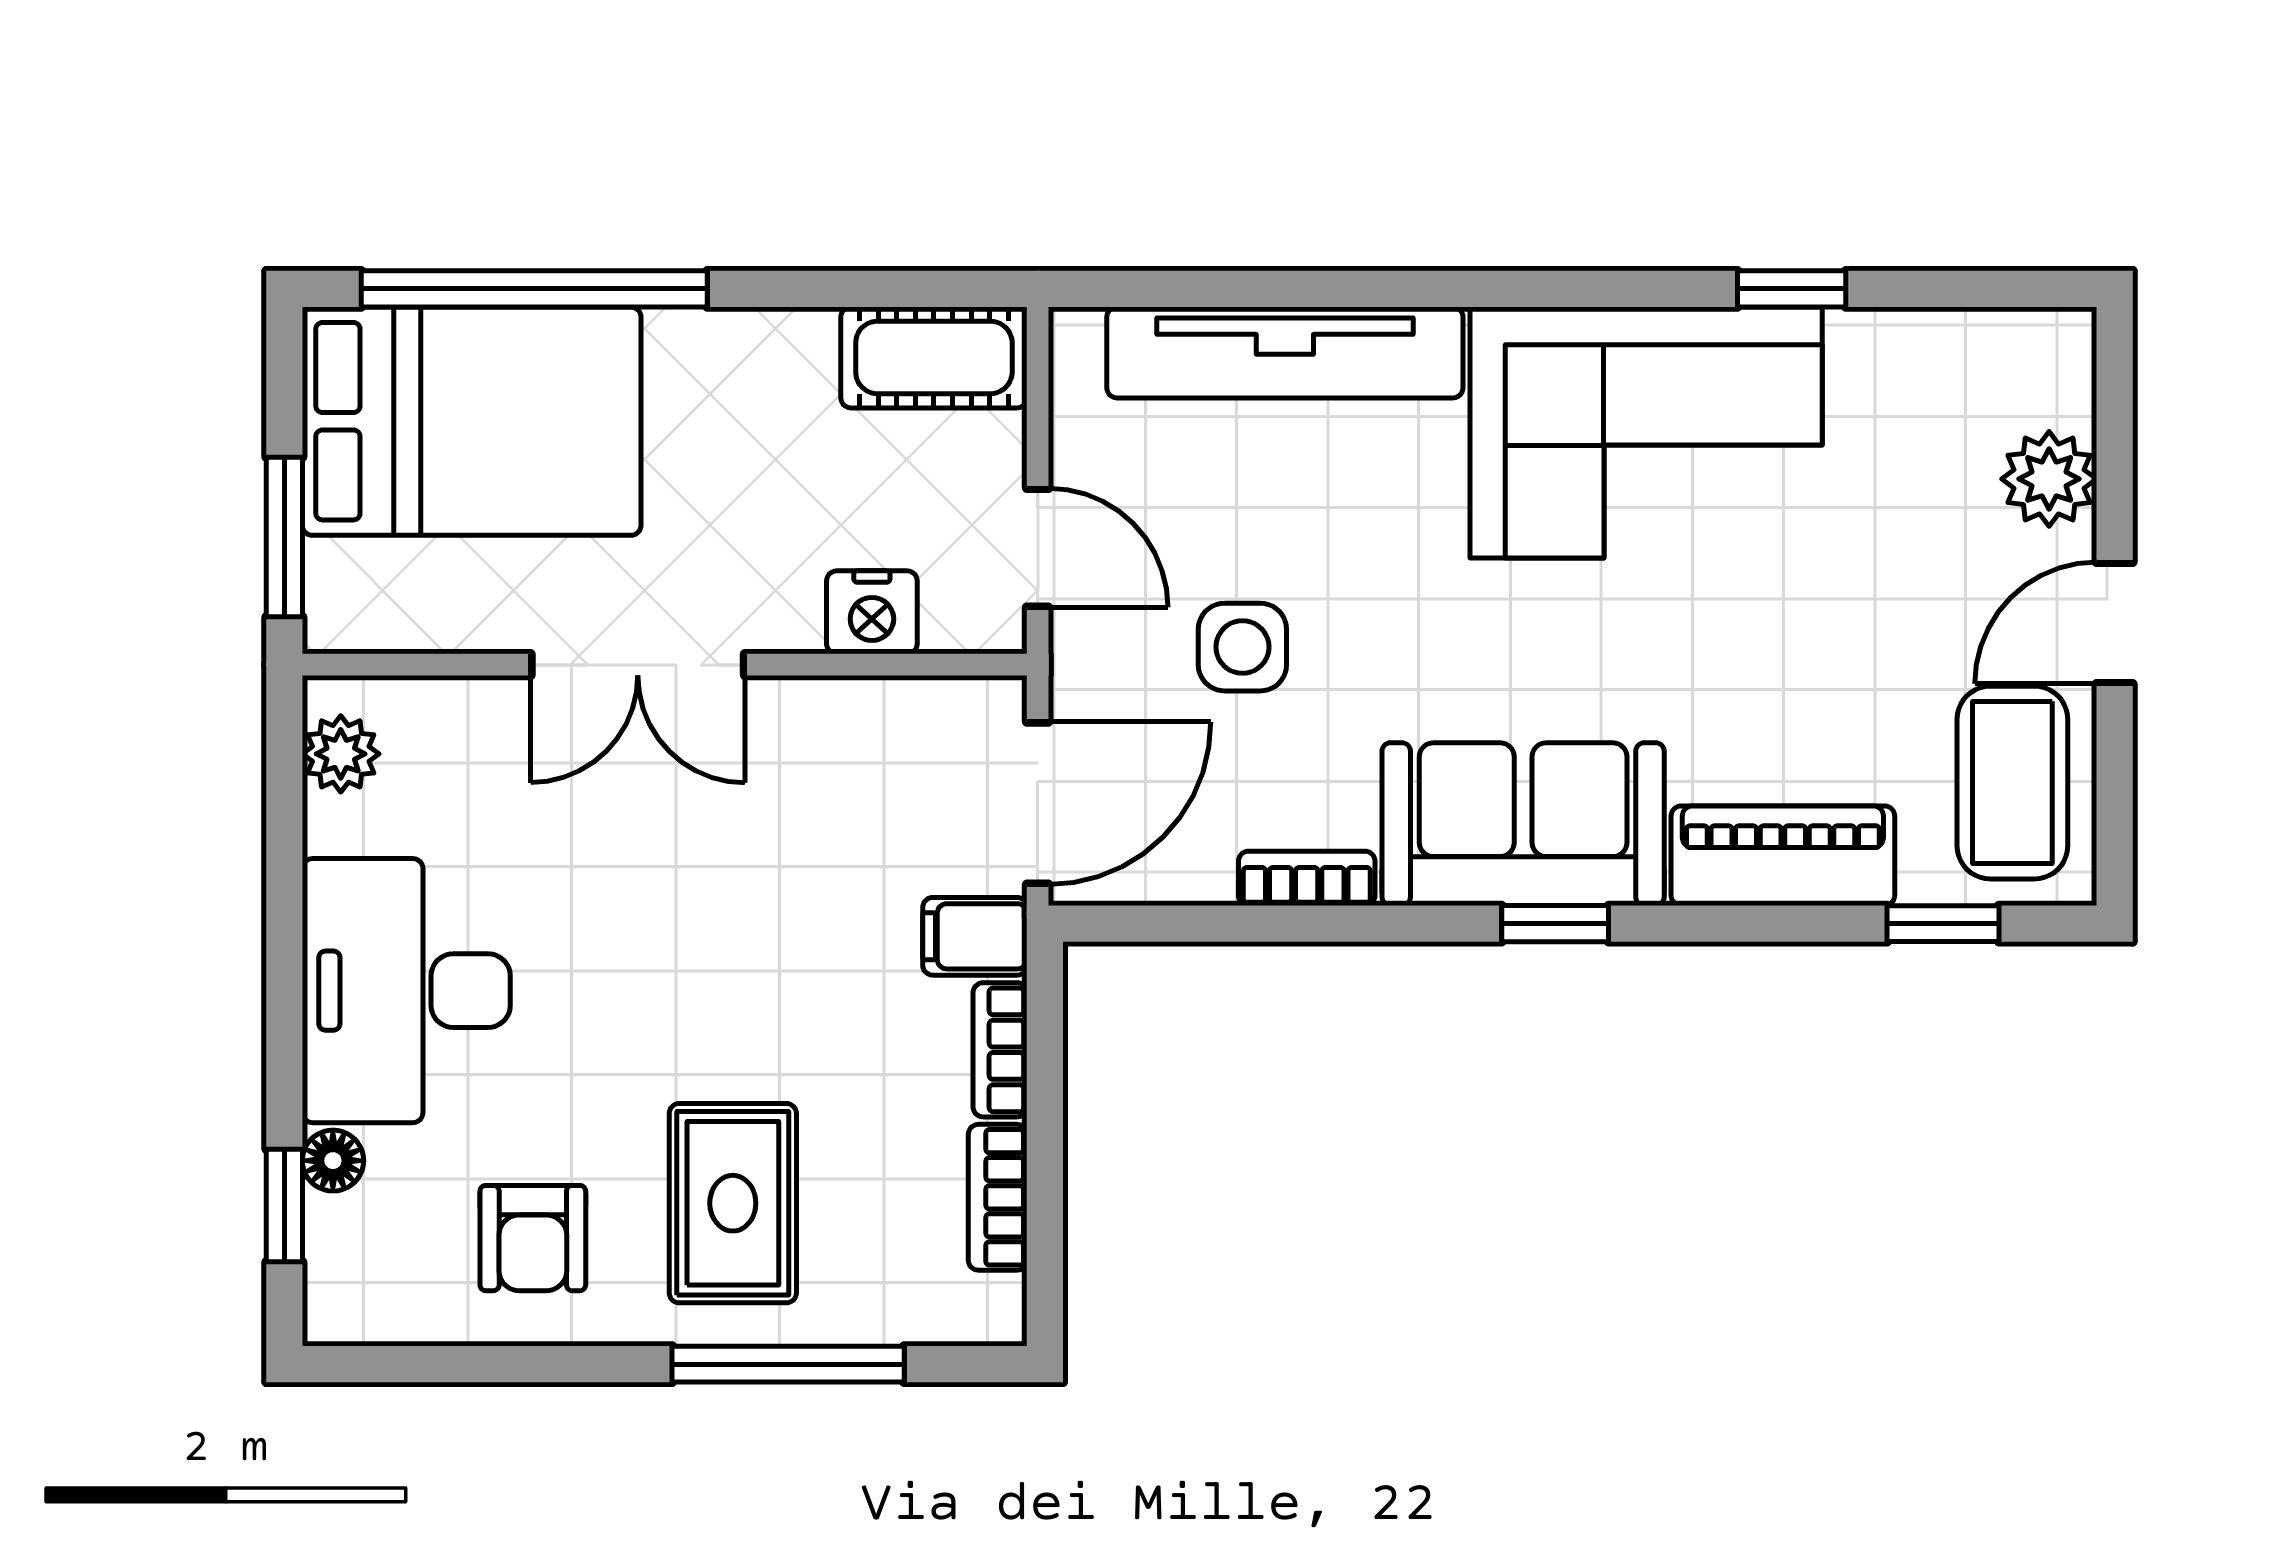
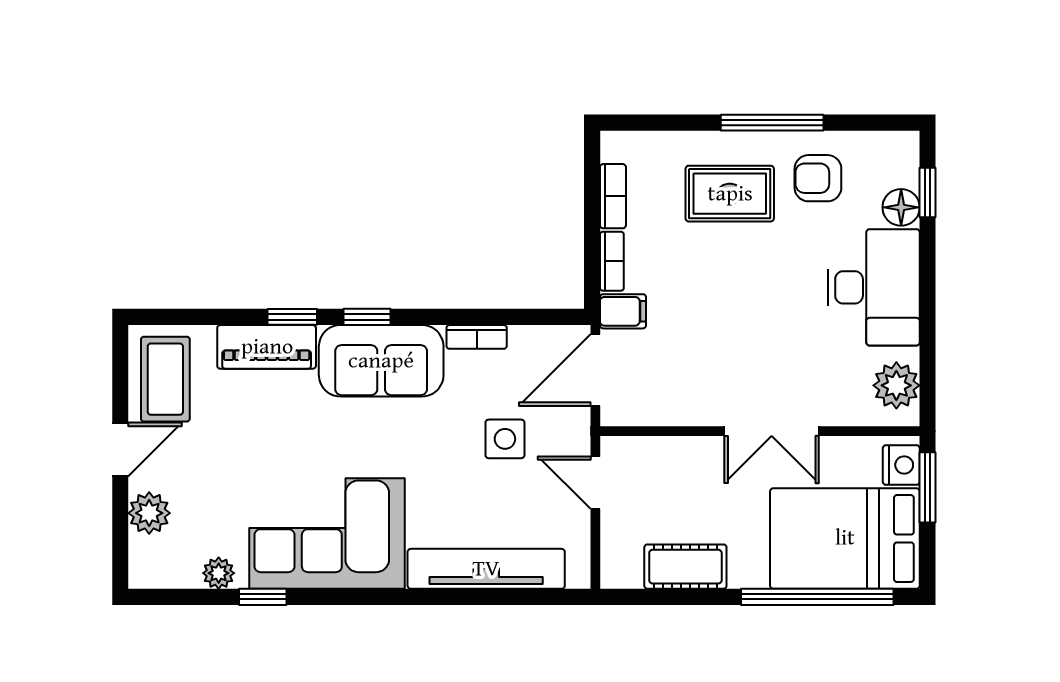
plant: (1892, 343) -> (219, 573), added
cot: (934, 357) -> (685, 567), moved
nightstand: (872, 612) -> (901, 465), moved, turned 90
double door: (638, 665) -> (772, 431), swing flipped
plant: (341, 754) -> (896, 385), width x1.38, depth x1.38
window: (1943, 924) -> (292, 317), moved
floor lamp: (333, 1161) -> (901, 207), width x1.37, depth x1.37
rug: (733, 1203) -> (730, 194), turned 90
armchair: (533, 1238) -> (818, 178), turned -90
window: (788, 1364) -> (772, 123), moved

